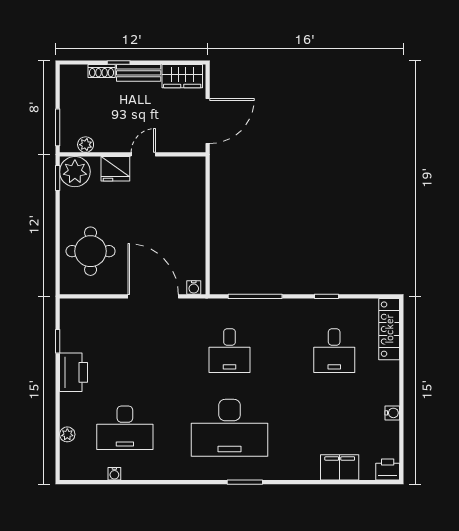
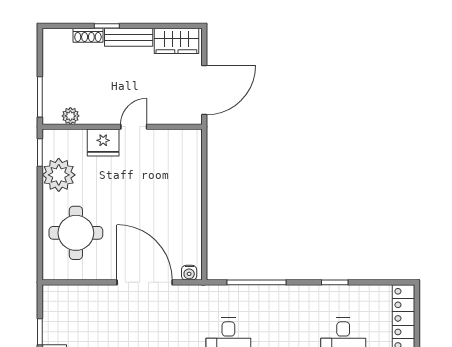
plant: (75, 172) -> (59, 175), moved

